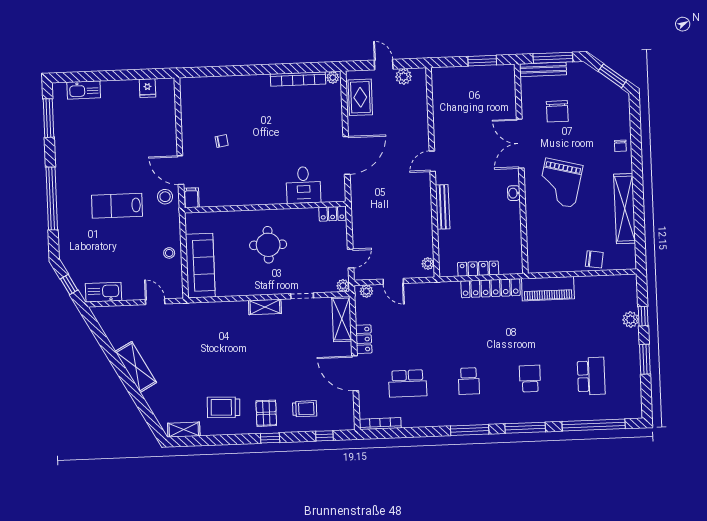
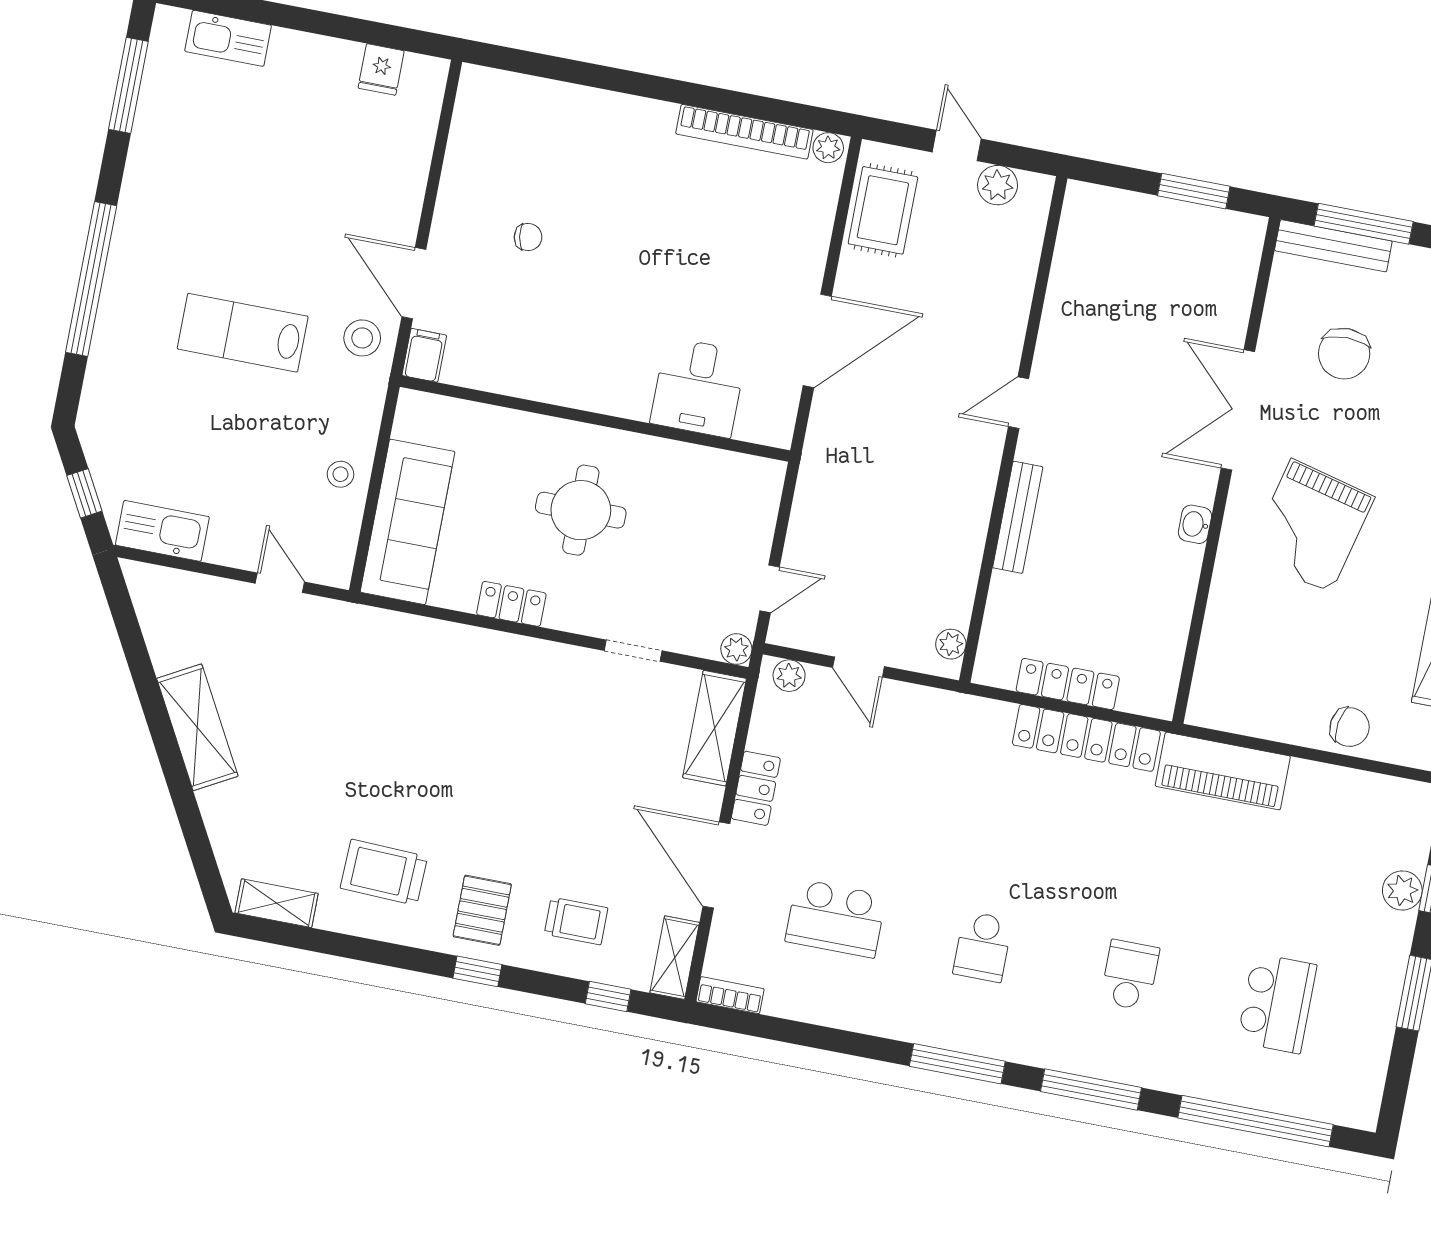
locker: (332, 214) -> (511, 604), moved, turned 180
shelving: (265, 307) -> (675, 958), moved, turned 90
bookcase: (380, 424) -> (730, 995), width x0.64

